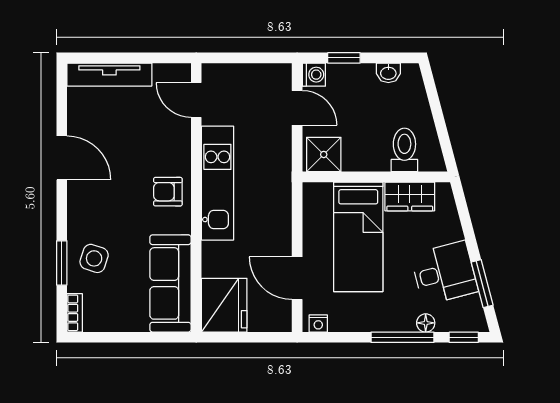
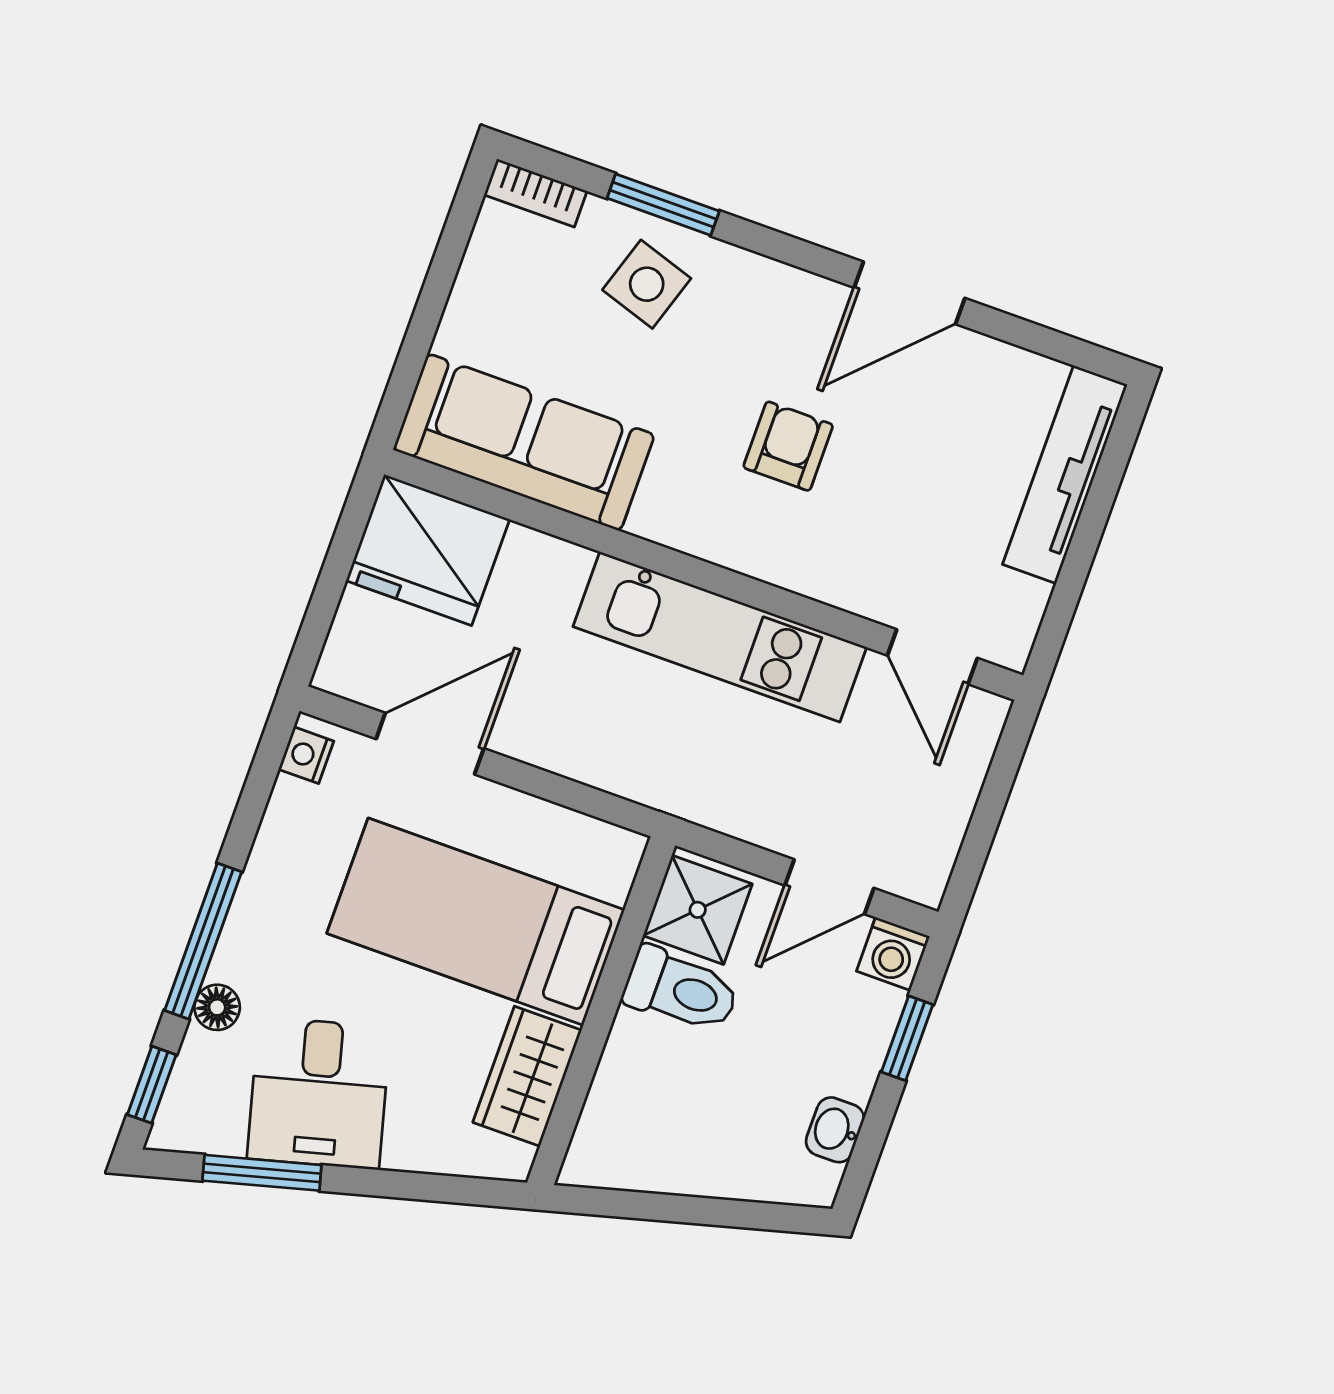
door: (196, 100) -> (932, 657), swing flipped
toilet: (404, 150) -> (681, 990), moved
armchair: (168, 192) -> (788, 446), moved

